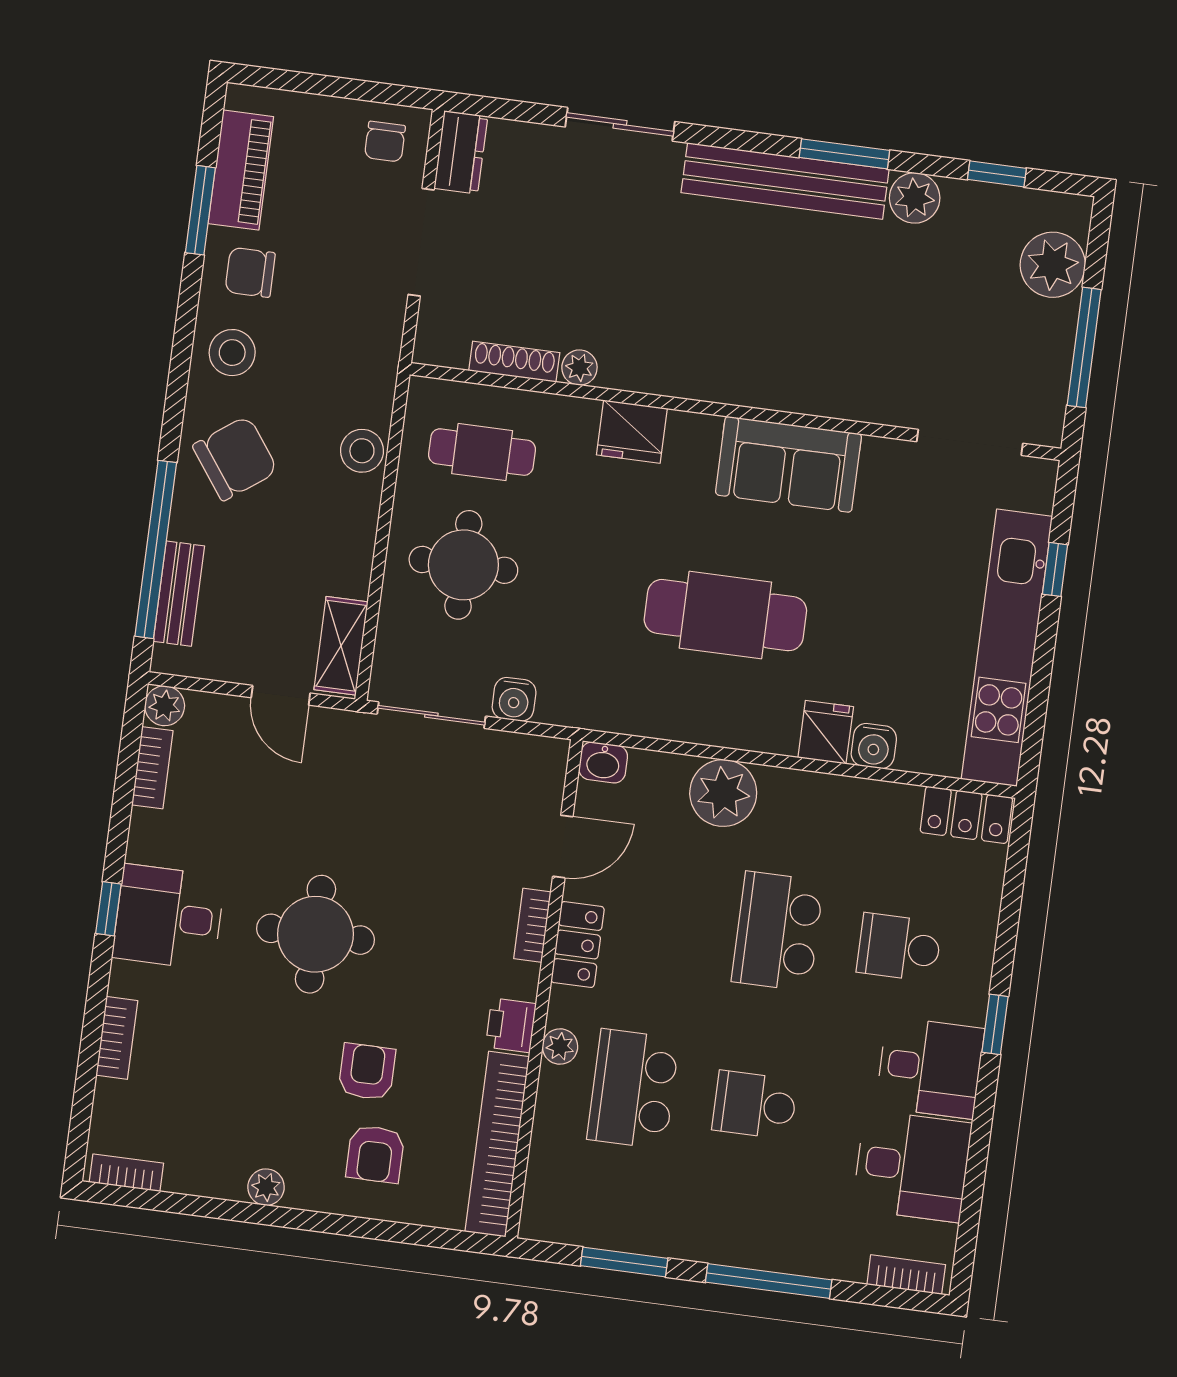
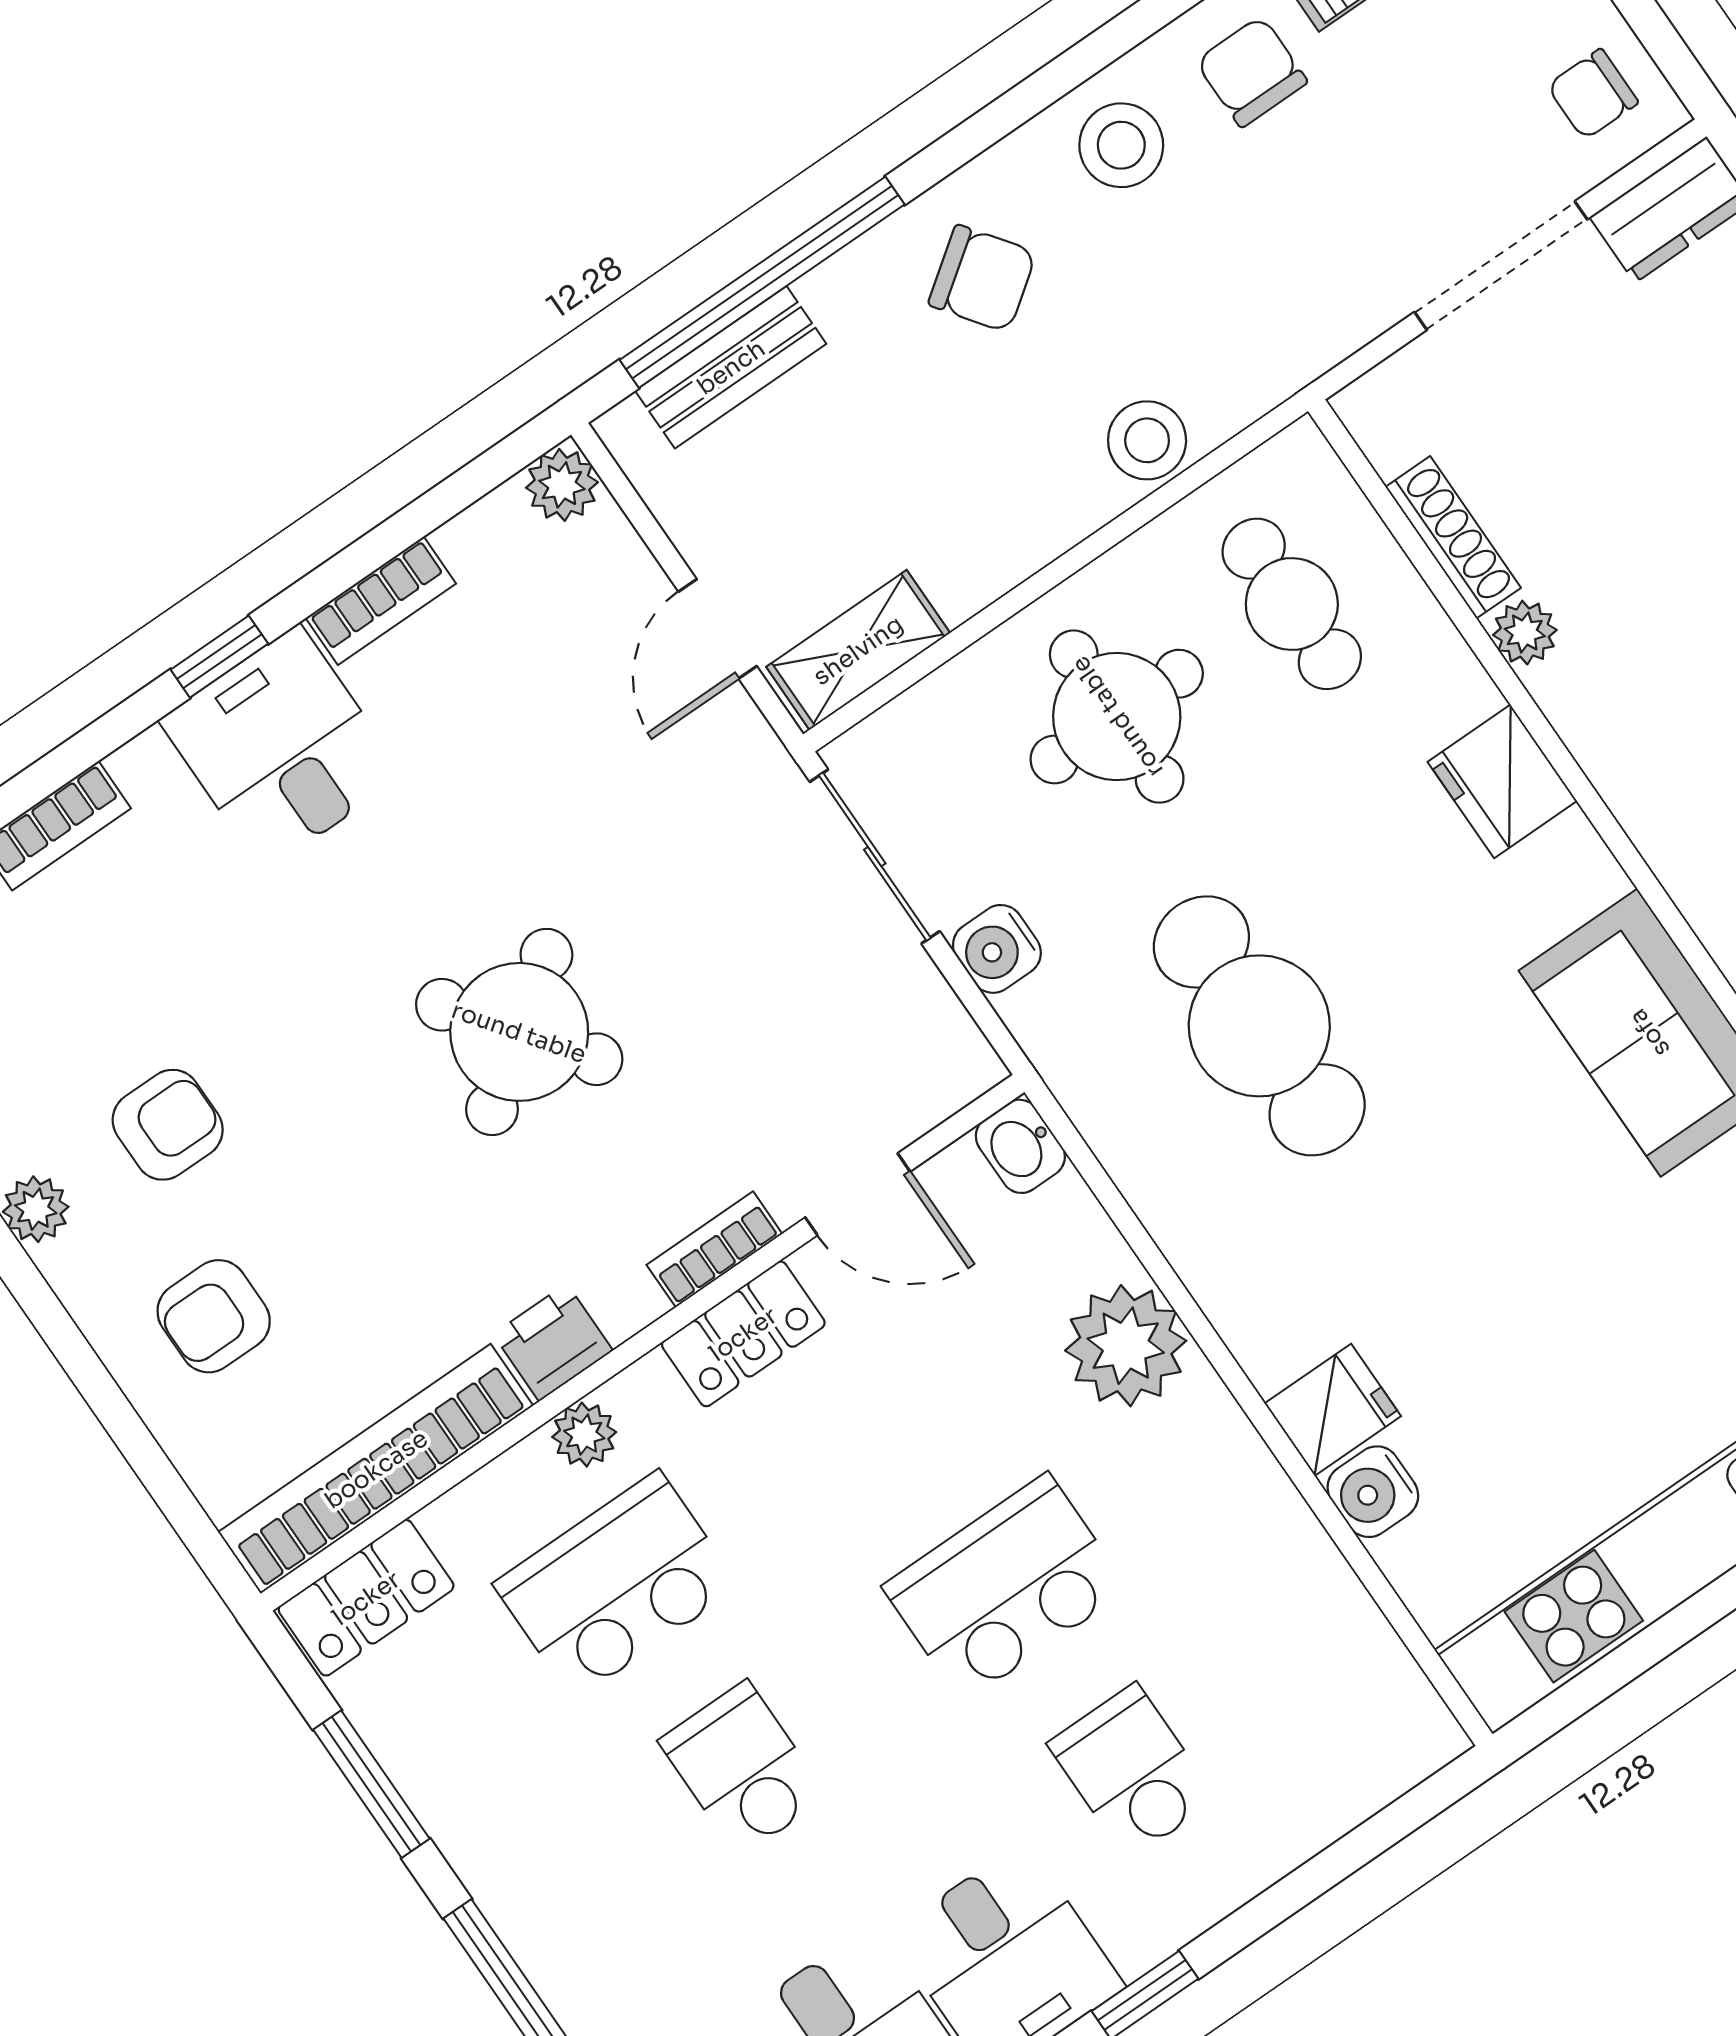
chair: (235, 458) -> (982, 278), width x0.73, depth x0.73
cafe table: (725, 615) -> (1259, 1026), moved
bookcase: (152, 768) -> (381, 601), moved
locker: (966, 815) -> (366, 1598), moved, turned -90
round table: (315, 934) -> (519, 1032), moved, turned -36
armchair: (367, 1072) -> (168, 1125), moved

